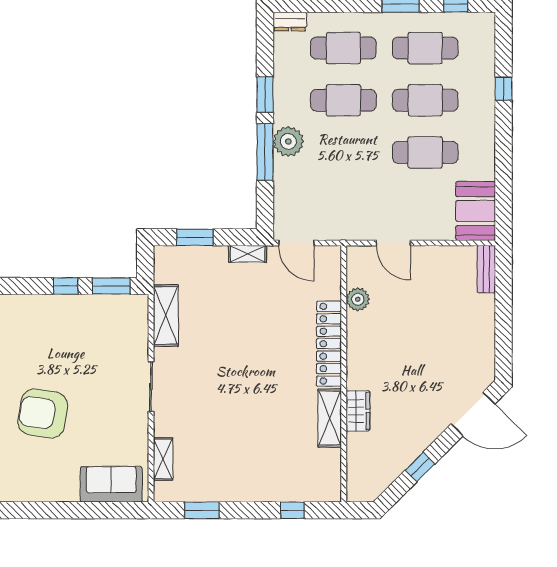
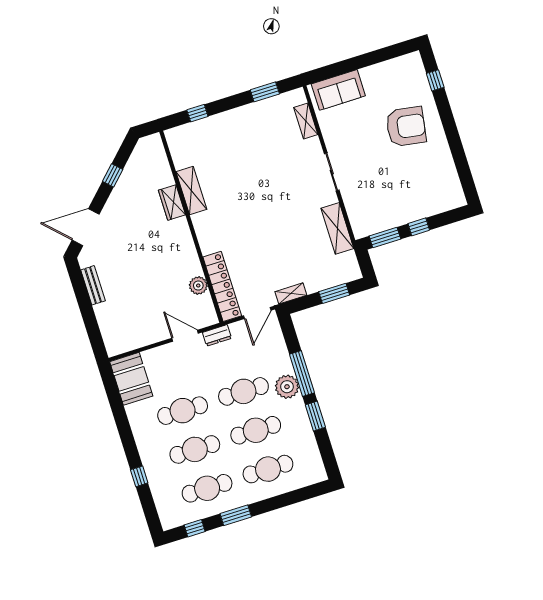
dresser: (290, 22) -> (217, 335), moved, turned 180
cafe table: (343, 152) -> (243, 391), added
door: (296, 243) -> (257, 313), swing flipped
bench: (486, 269) -> (93, 285), moved
locker: (329, 344) -> (222, 286), moved

